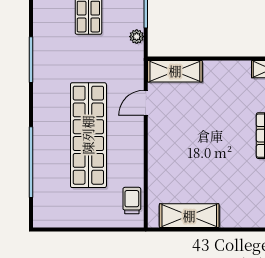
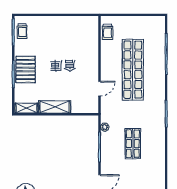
shelving: (175, 71) -> (55, 107), moved
shelving: (189, 216) -> (74, 23), removed

